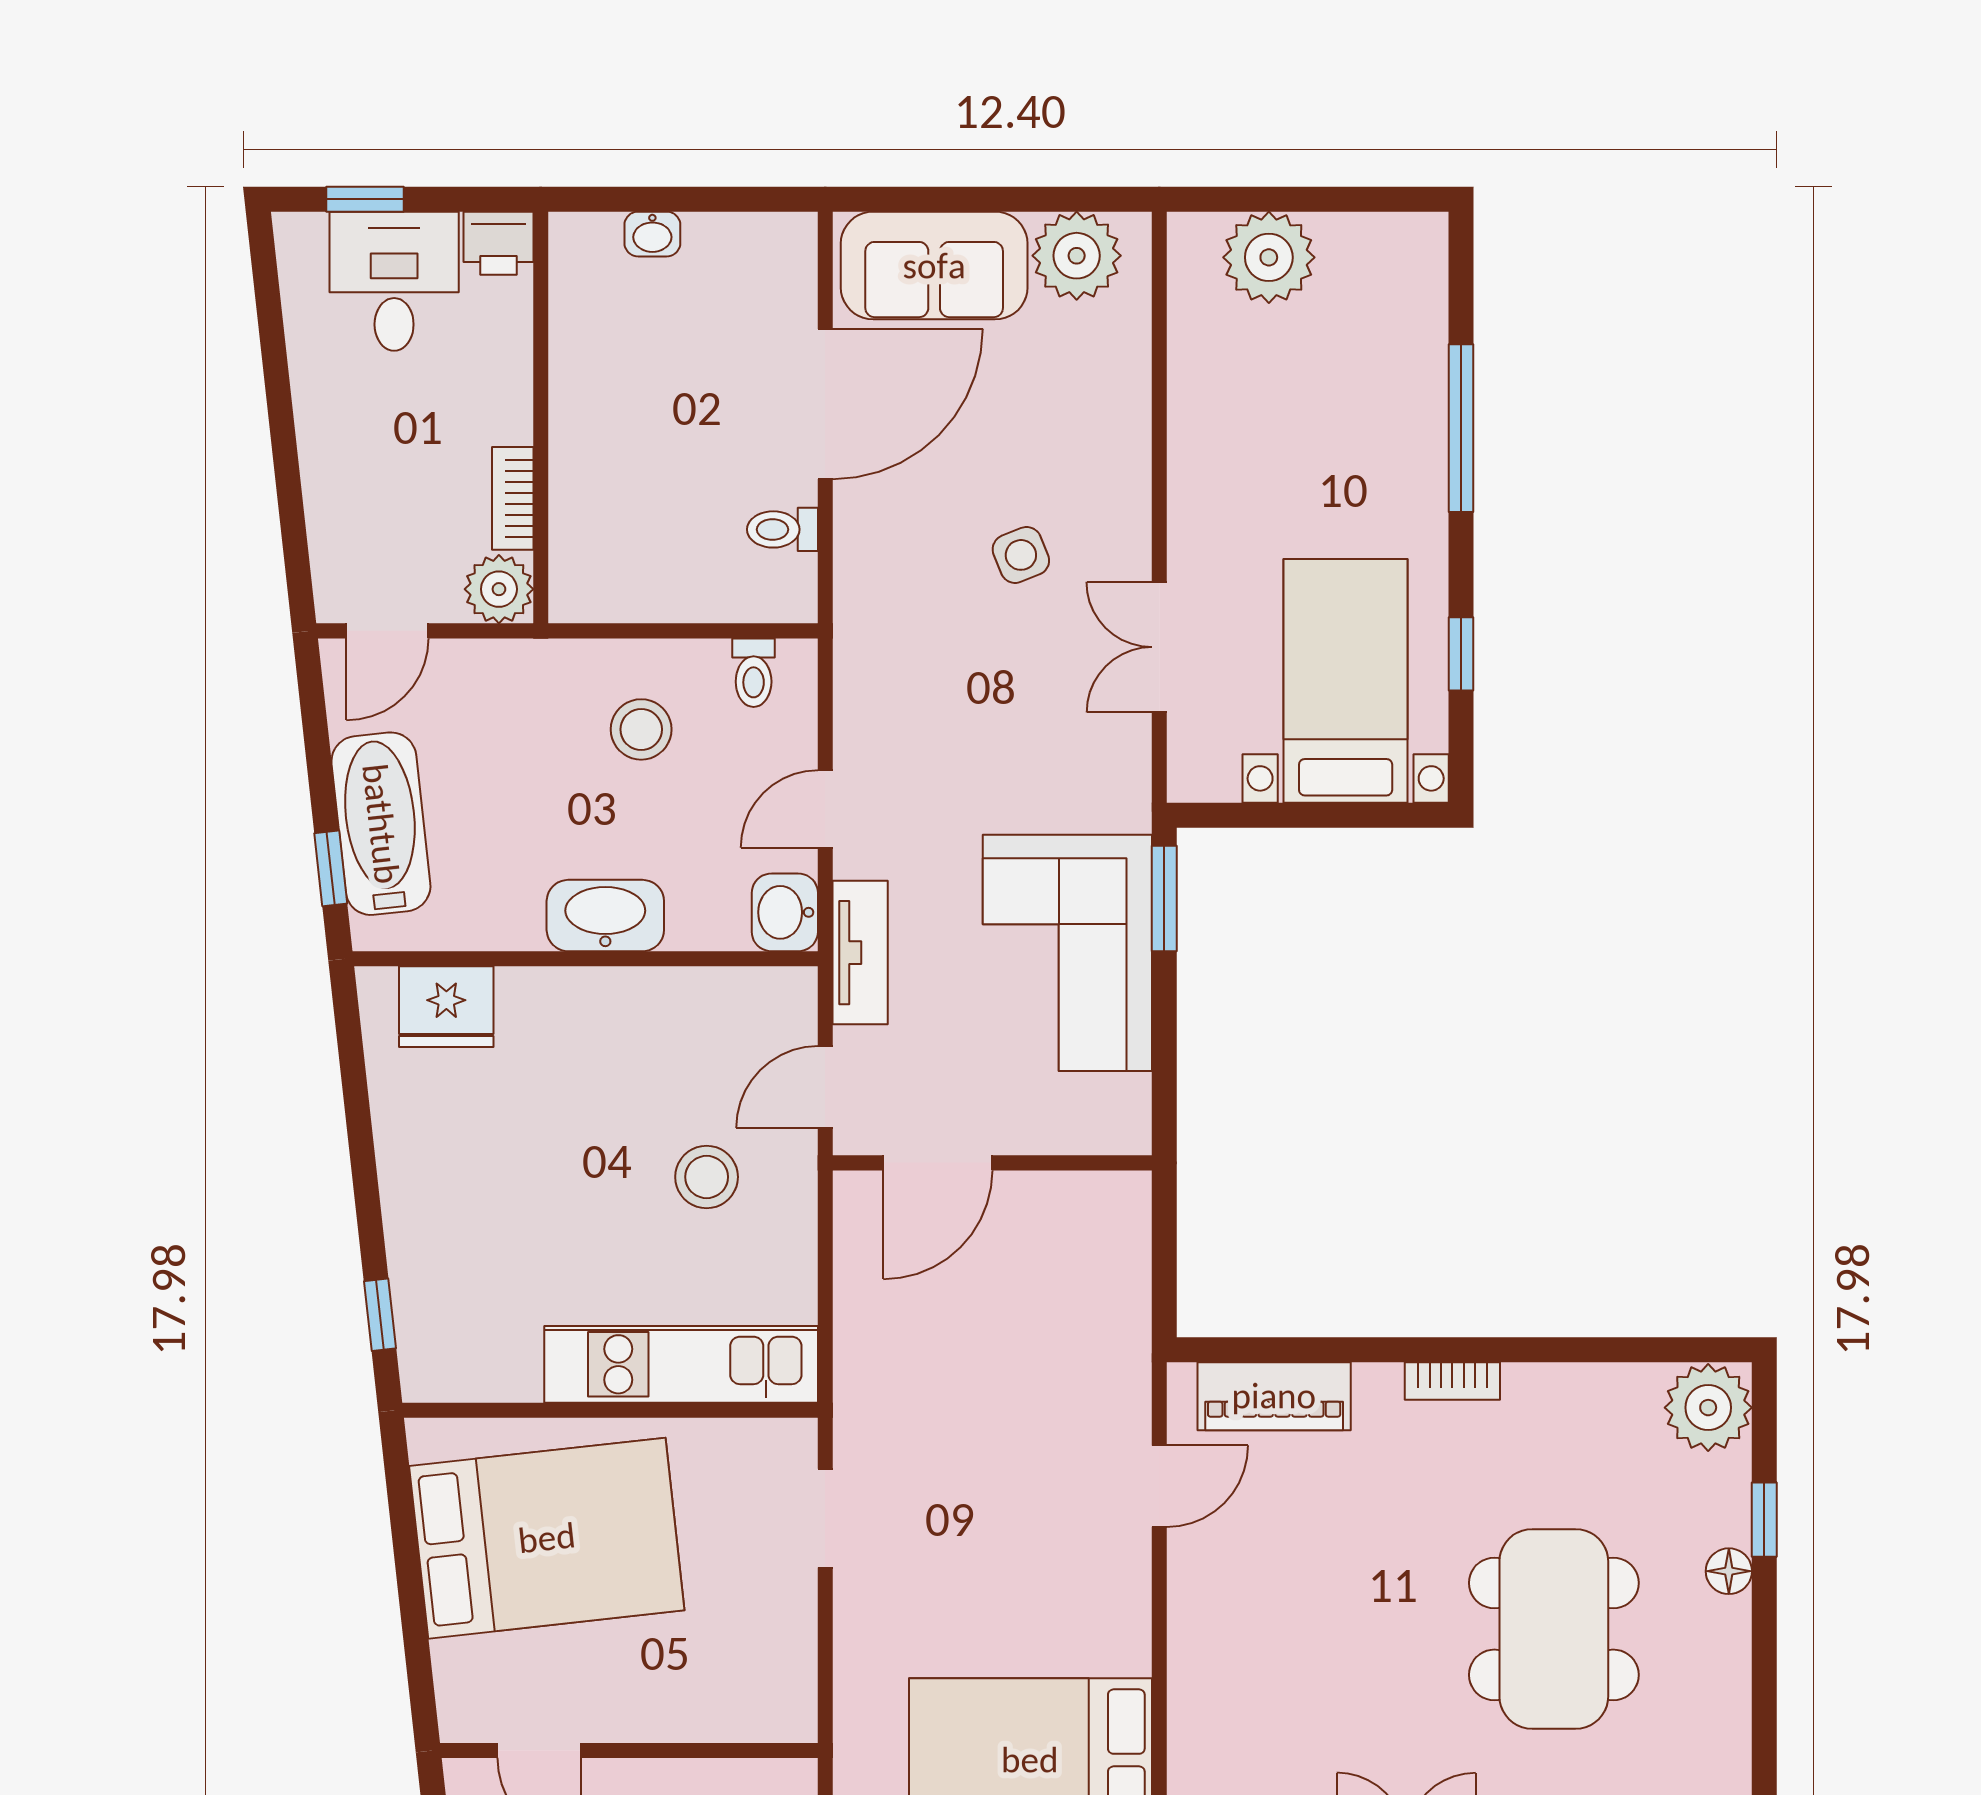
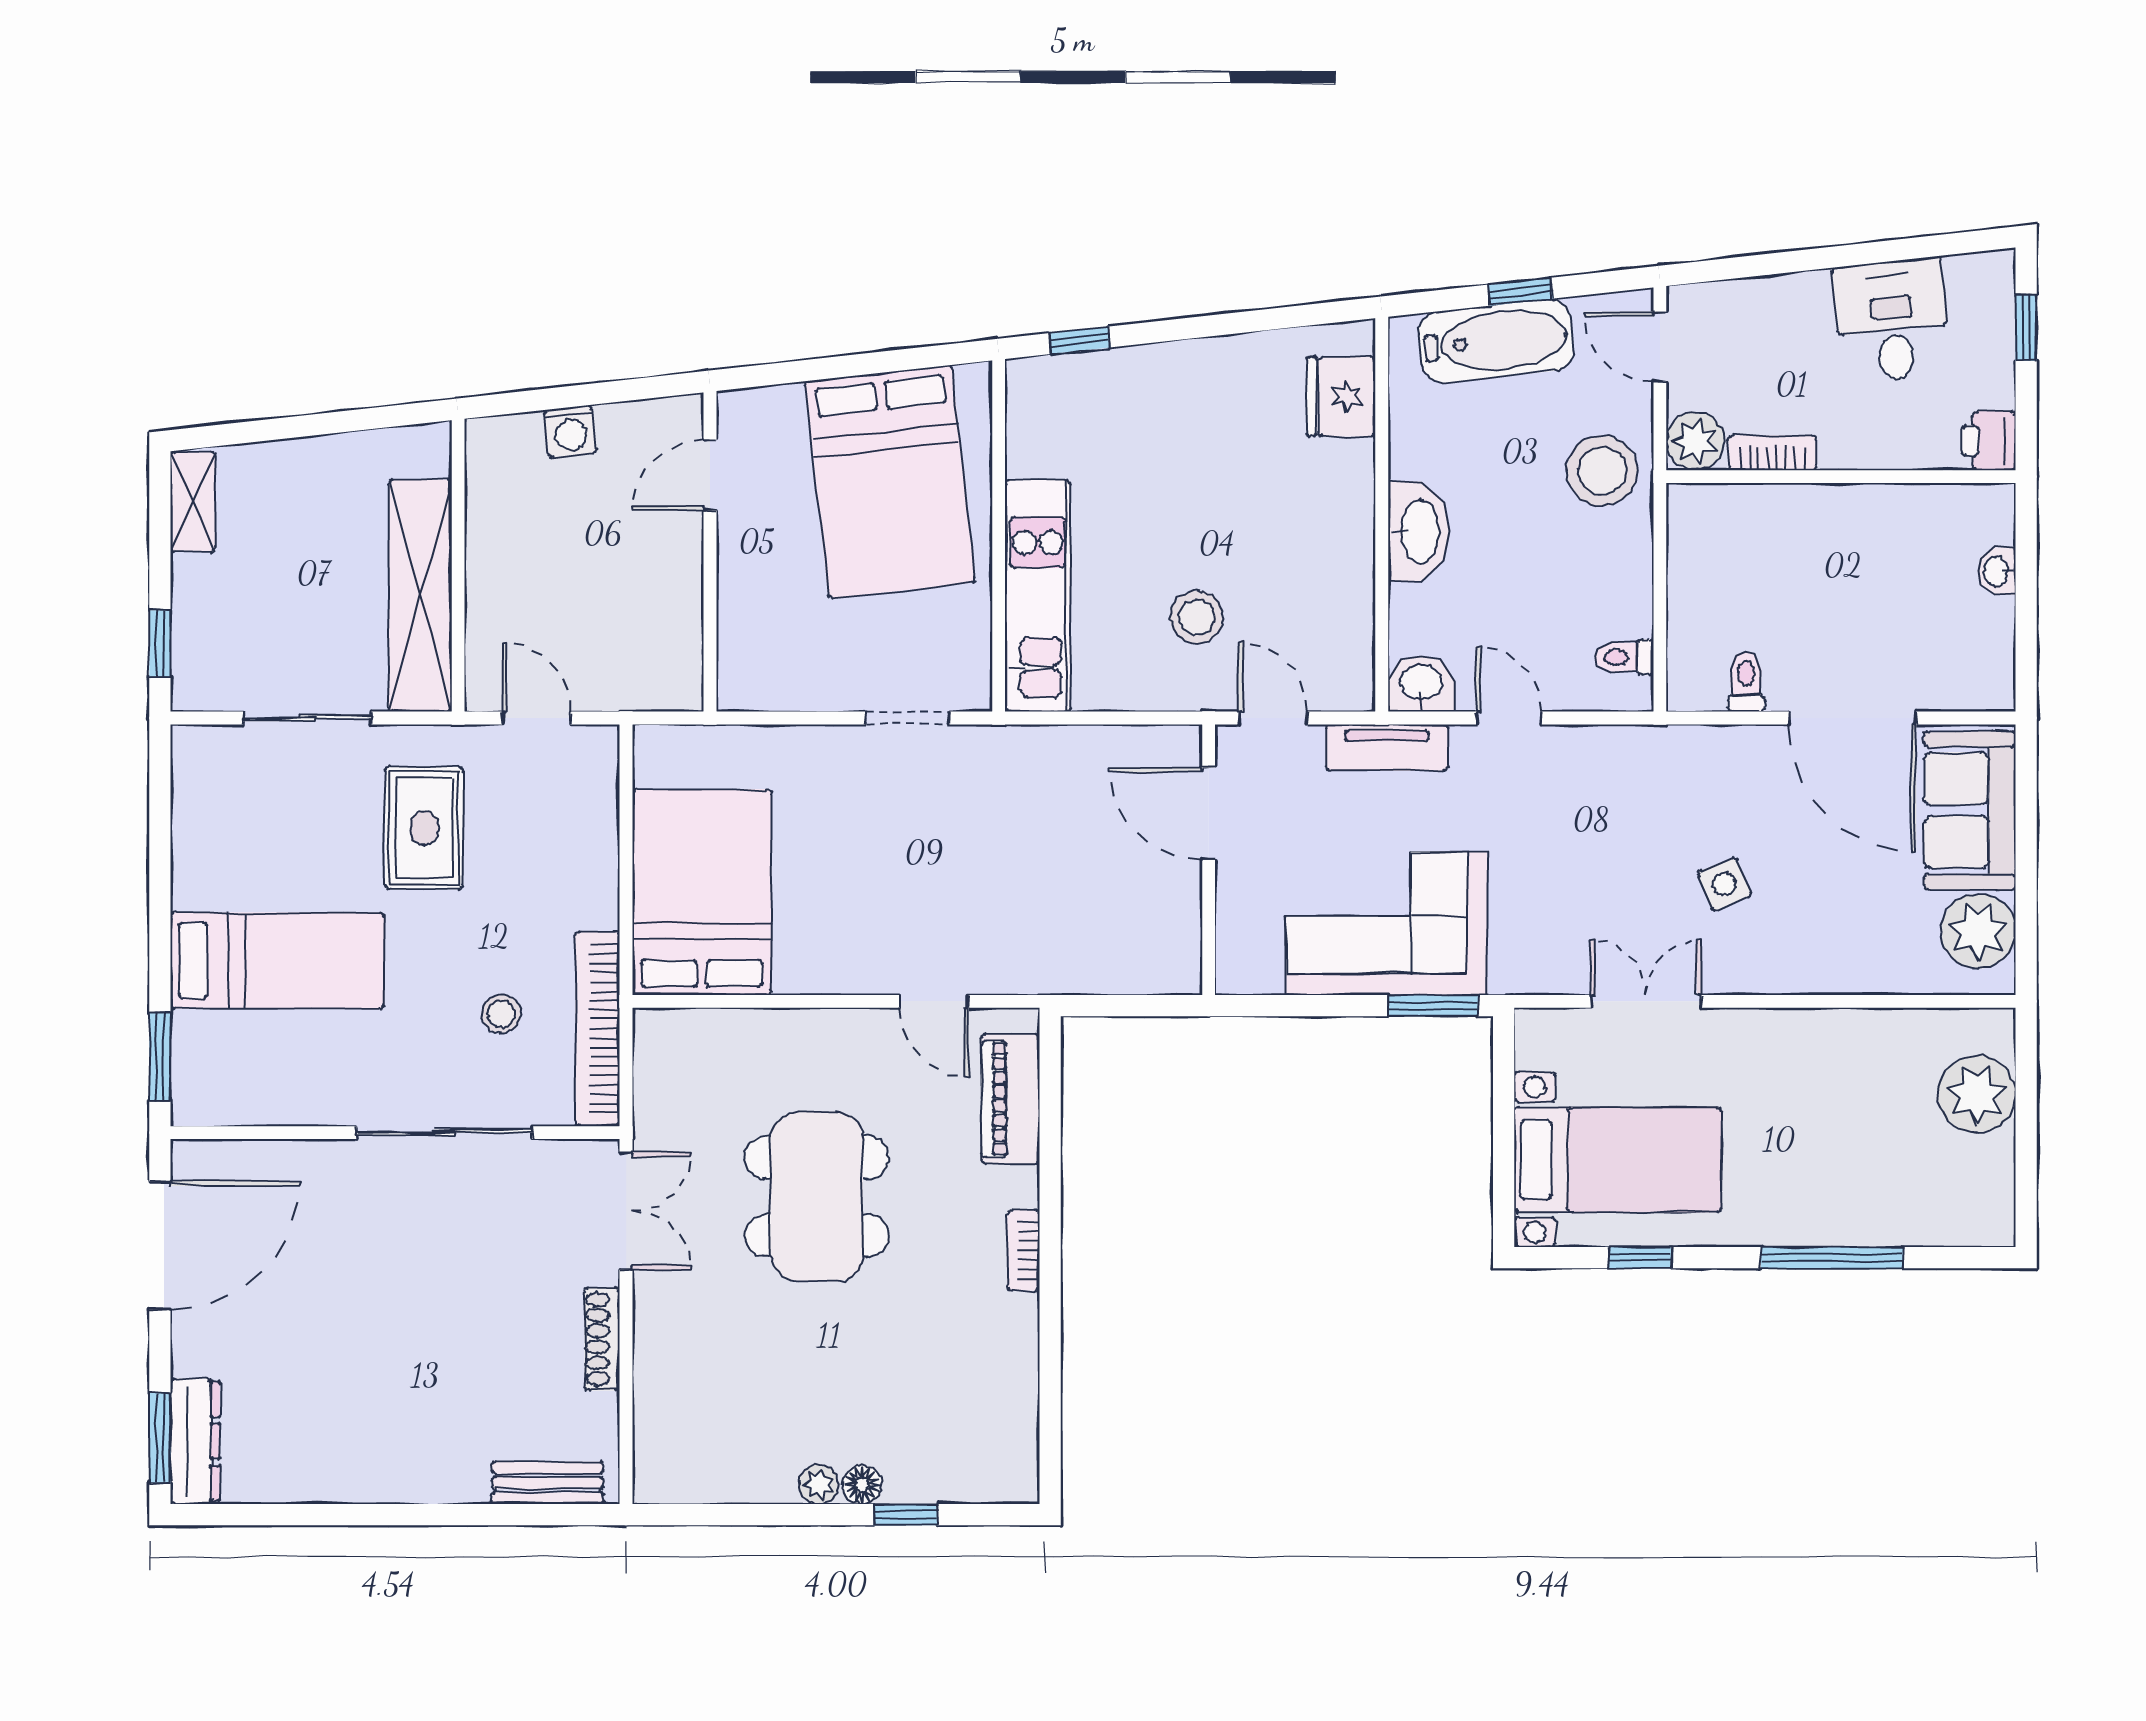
desk: (394, 281) -> (1892, 321), moved, turned -96
stool: (641, 729) -> (1602, 471), moved, width x1.38, depth x1.38
window: (331, 868) -> (1520, 292), moved
plant: (1708, 1408) -> (819, 1484), moved, width x0.53, depth x0.53
dining table: (1554, 1629) -> (817, 1197), moved, turned 90

